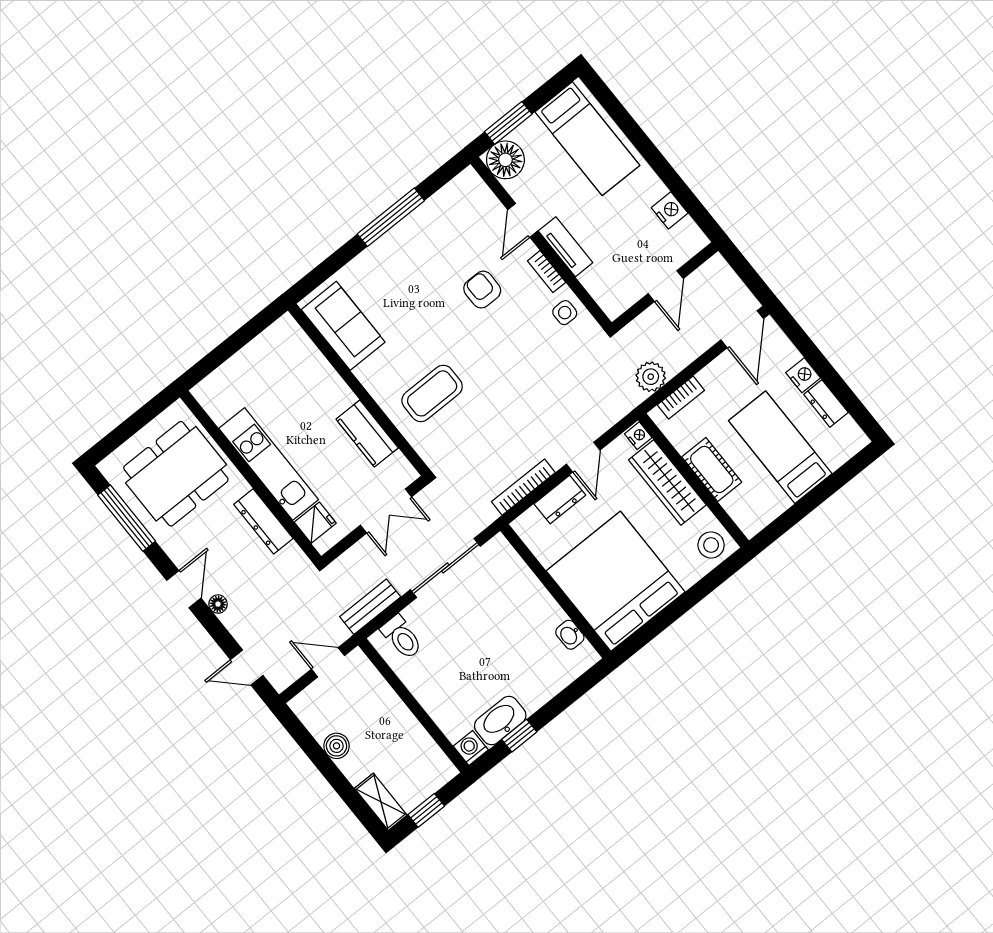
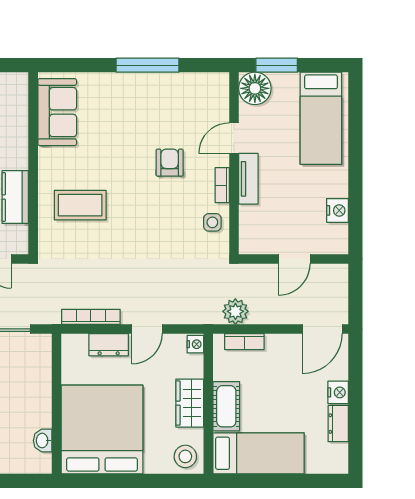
bed: (780, 447) -> (259, 453), moved, turned 90
wardrobe: (667, 482) -> (190, 403), width x0.67

